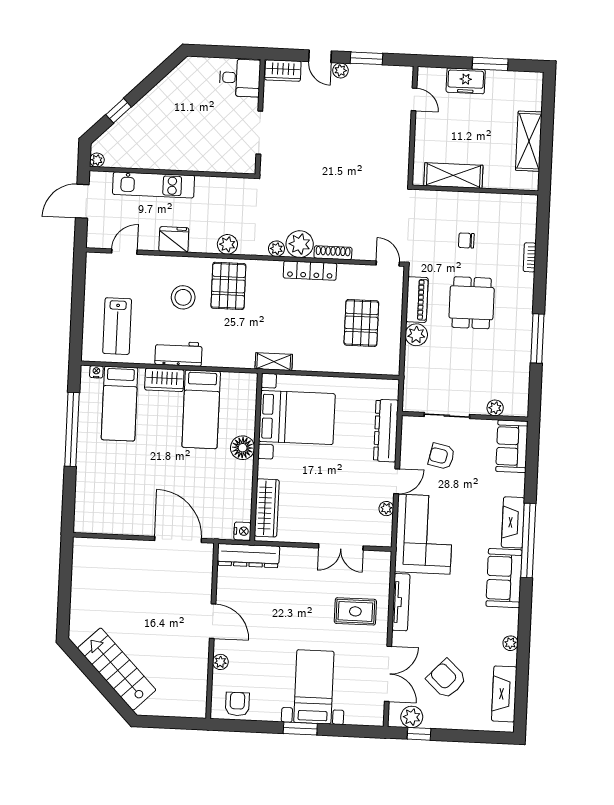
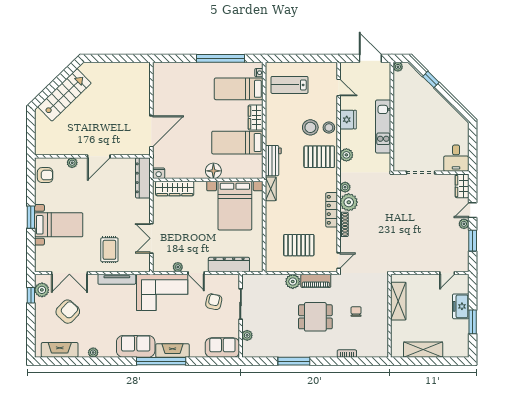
kitchen unit: (154, 185) -> (383, 127), moved
stool: (185, 269) -> (329, 128), added
workbench: (179, 354) -> (273, 161), moved

